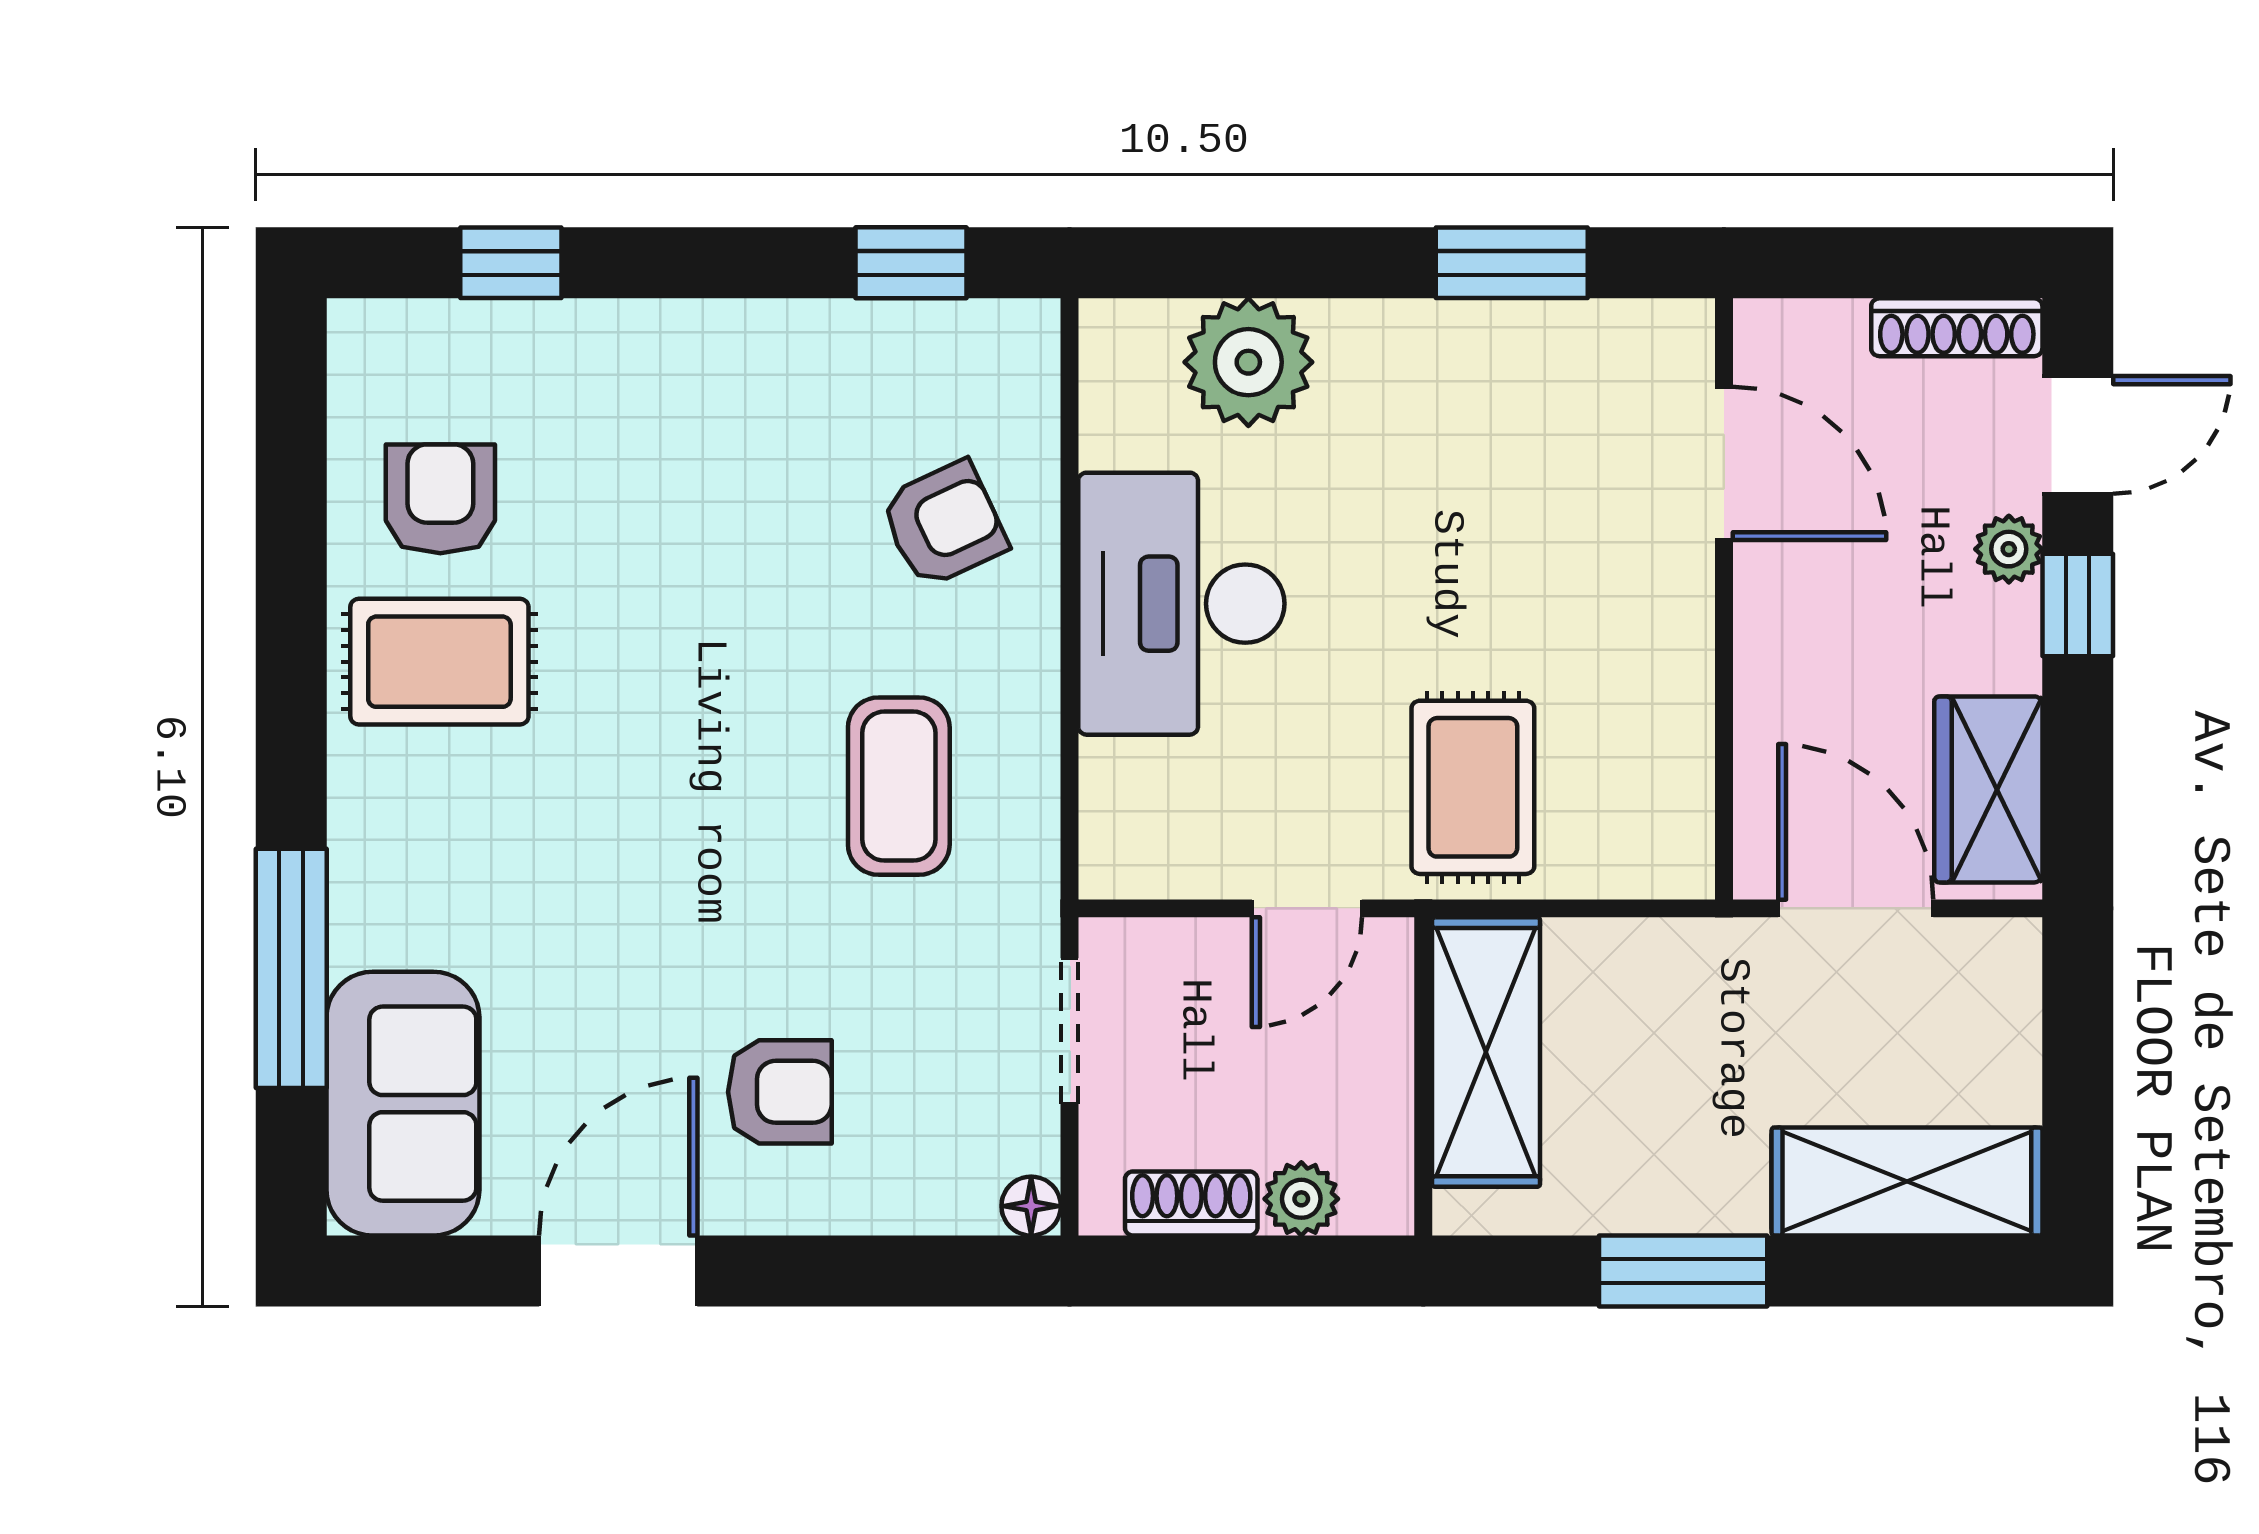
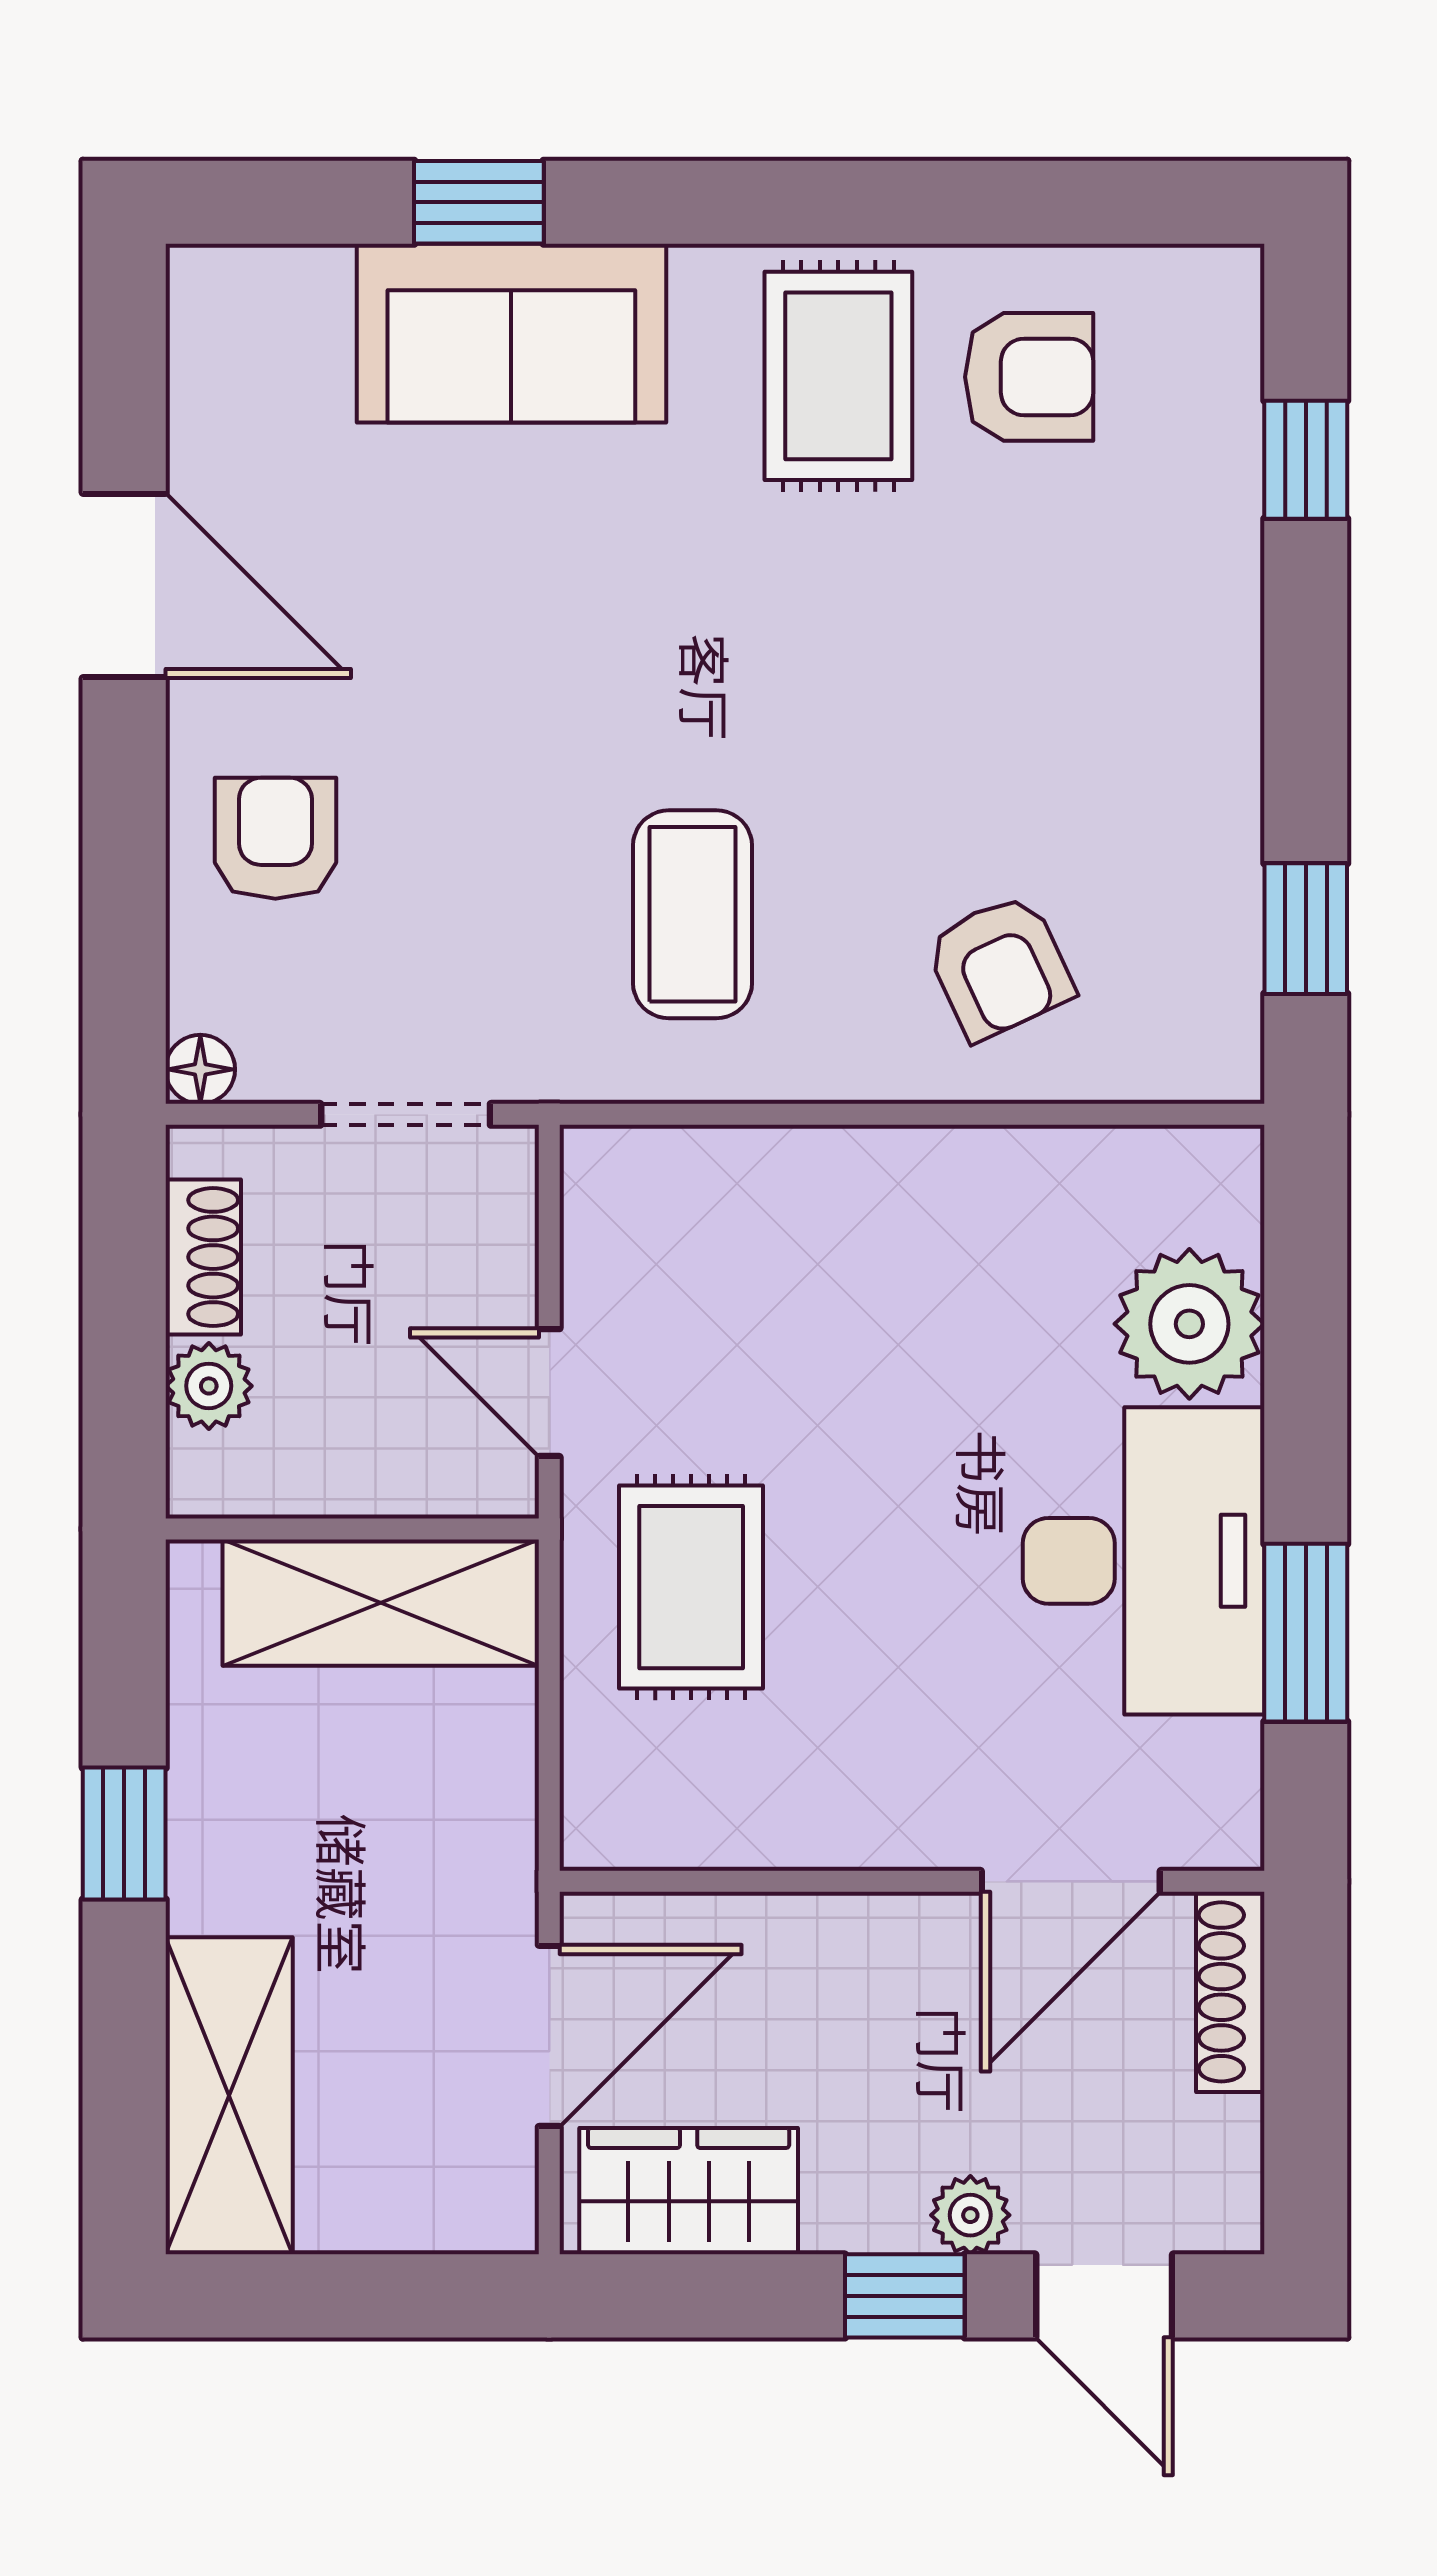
shoe rack: (1957, 327) -> (1230, 1992), moved
desk: (1181, 604) -> (1144, 1561), moved, turned 90
coffee table: (899, 786) -> (693, 914), turned 90
rug: (1473, 787) -> (691, 1587), turned 90
window: (291, 968) -> (479, 202), width x0.46
armchair: (780, 1092) -> (275, 838), moved, turned 180
sofa: (403, 1104) -> (511, 333), moved
window: (1683, 1271) -> (124, 1834), width x0.67

